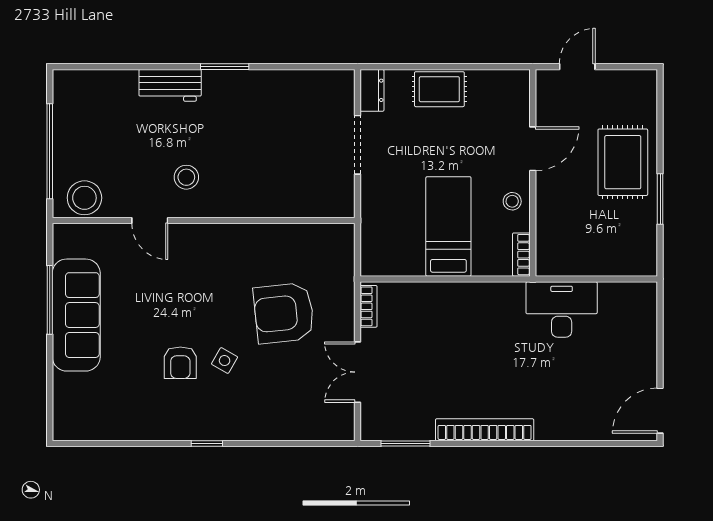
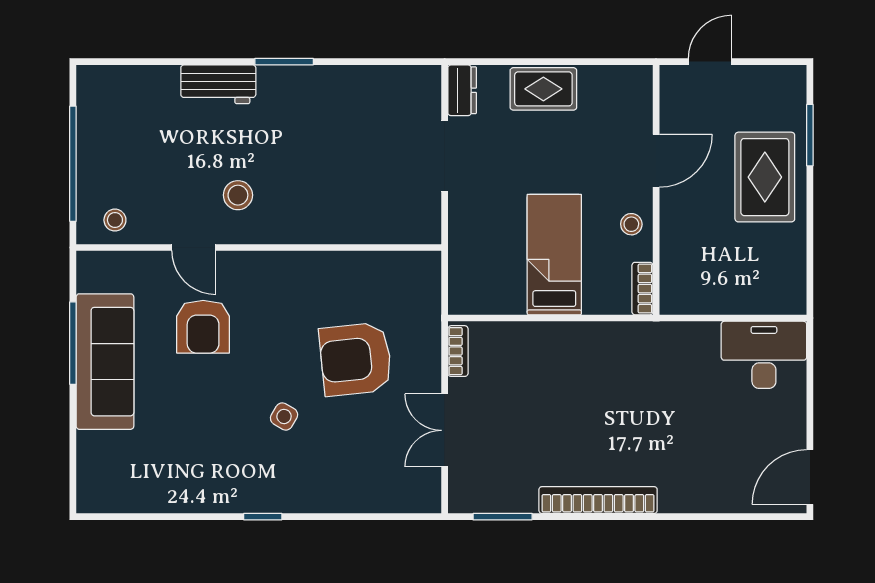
stool: (84, 198) -> (115, 220), width x0.53, depth x0.53
window: (660, 199) -> (810, 135), moved
desk: (562, 309) -> (764, 355), moved
armchair: (180, 363) -> (203, 327), moved, width x1.38, depth x1.38

